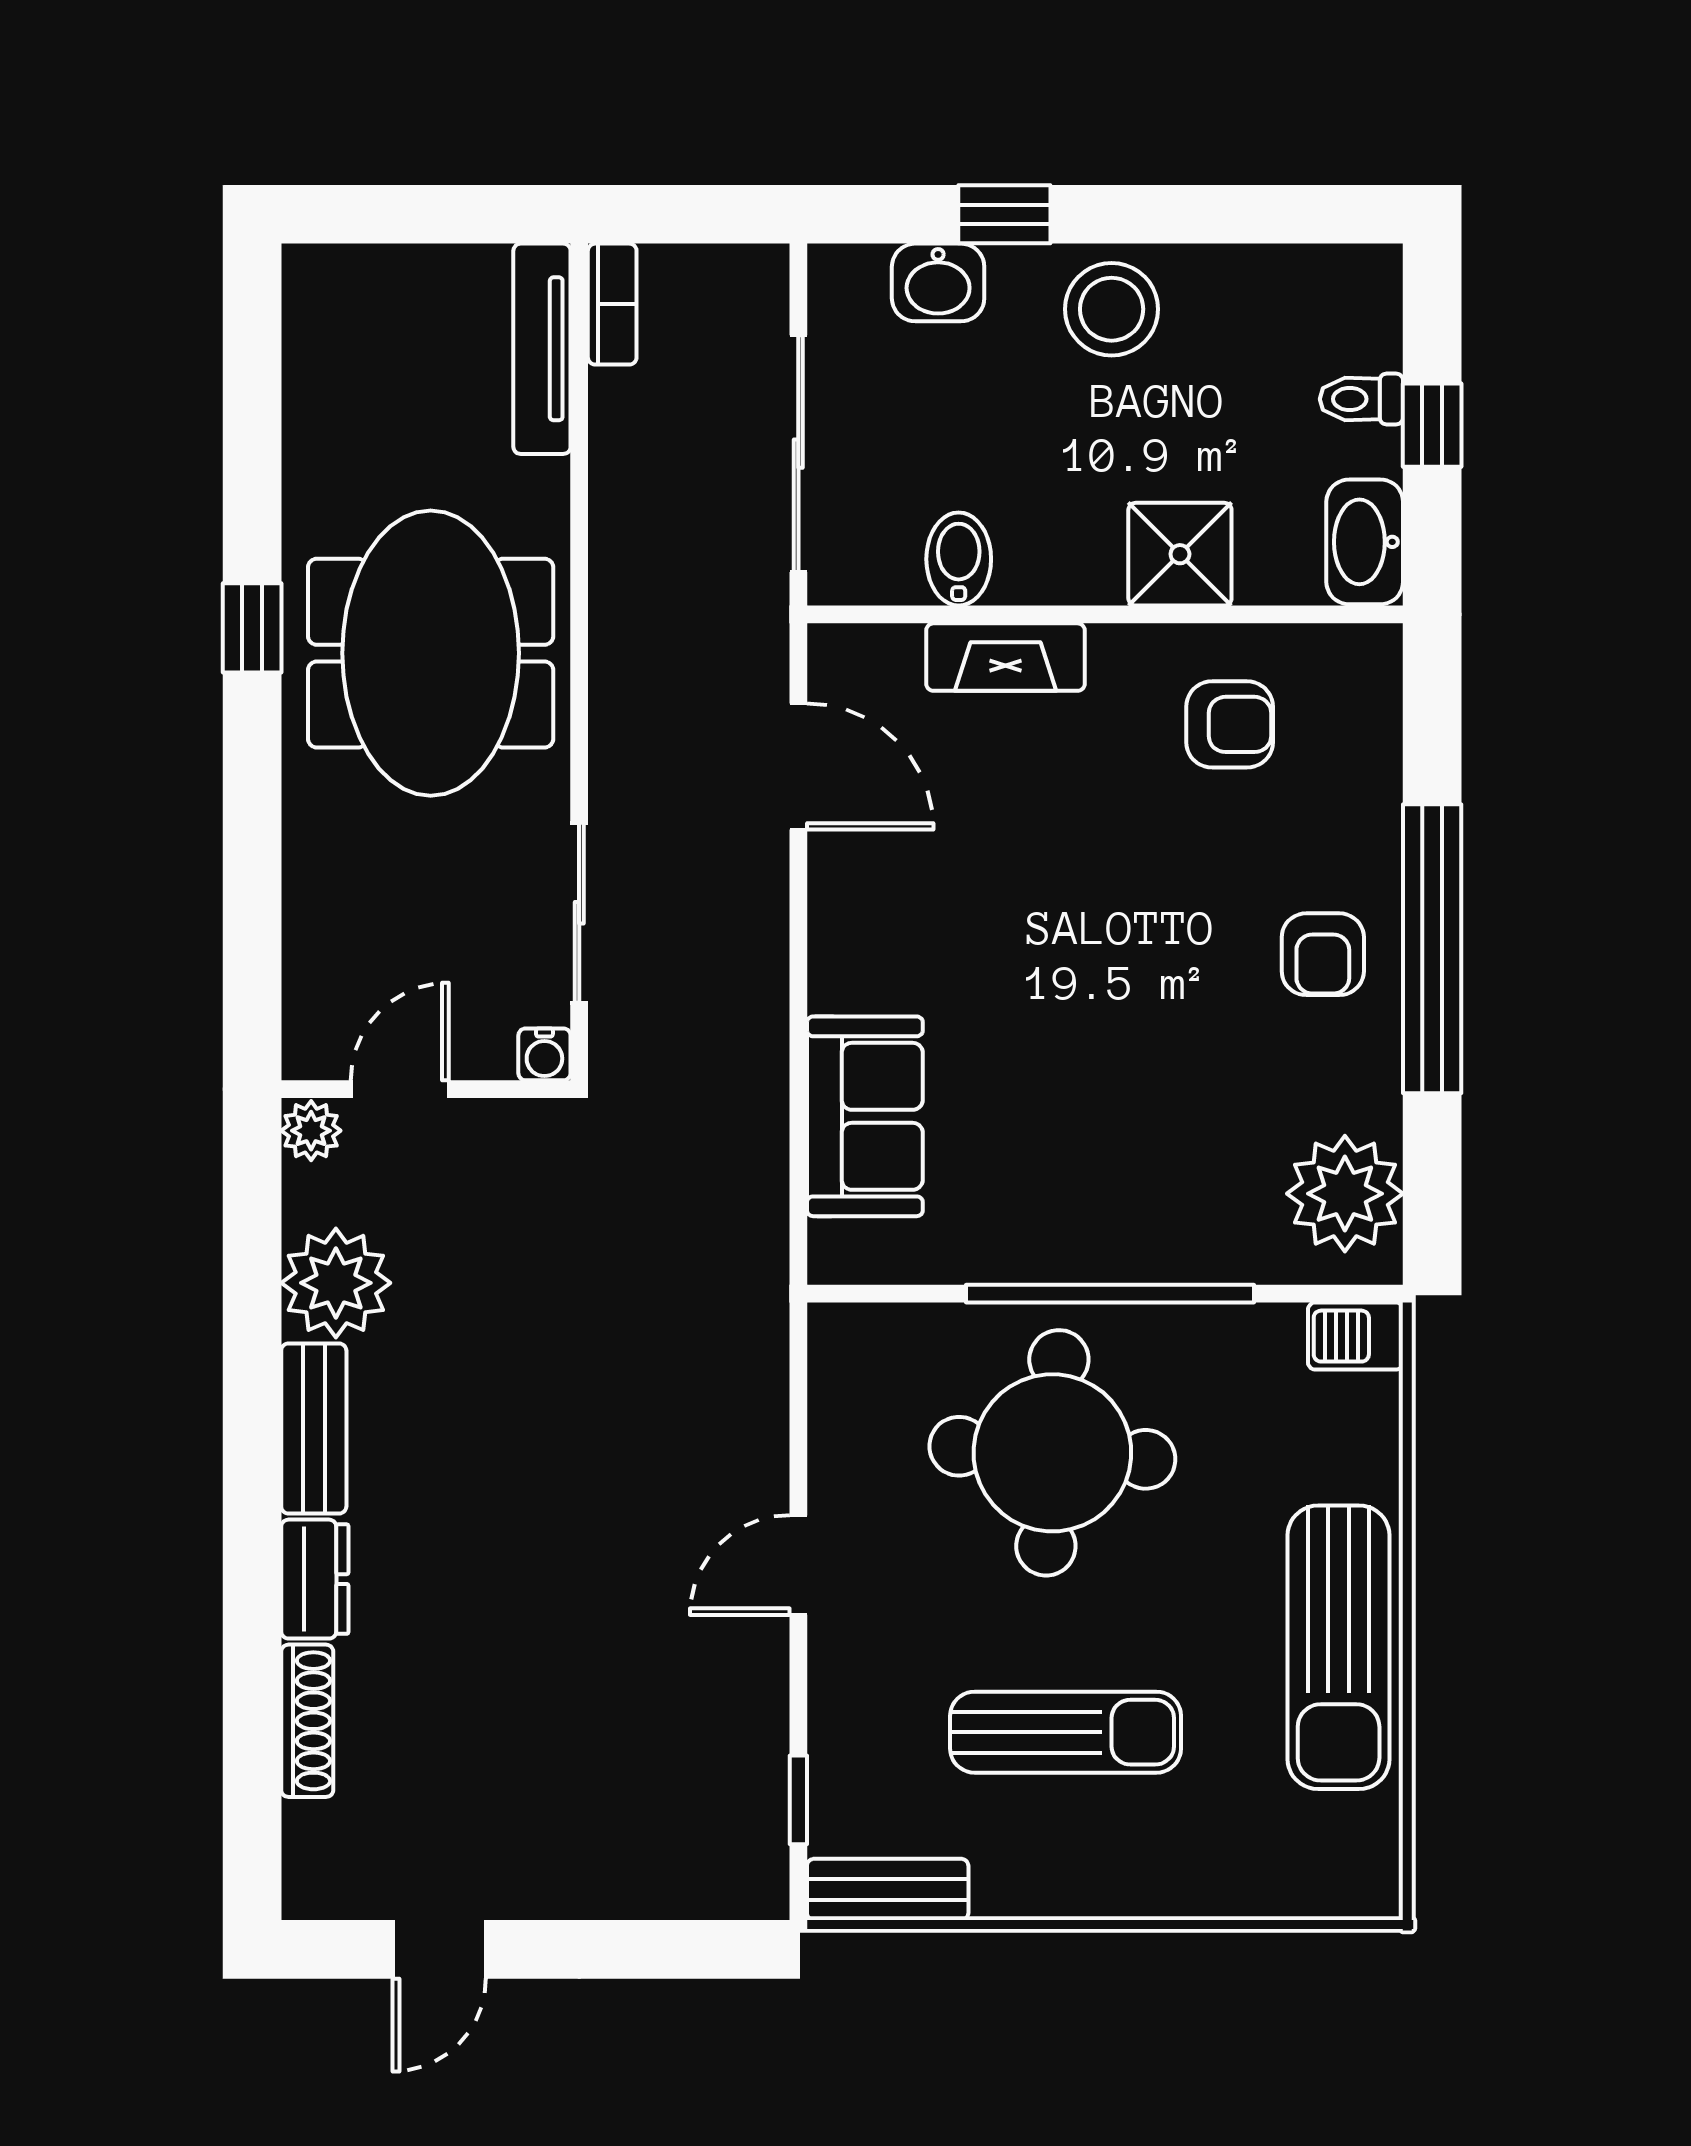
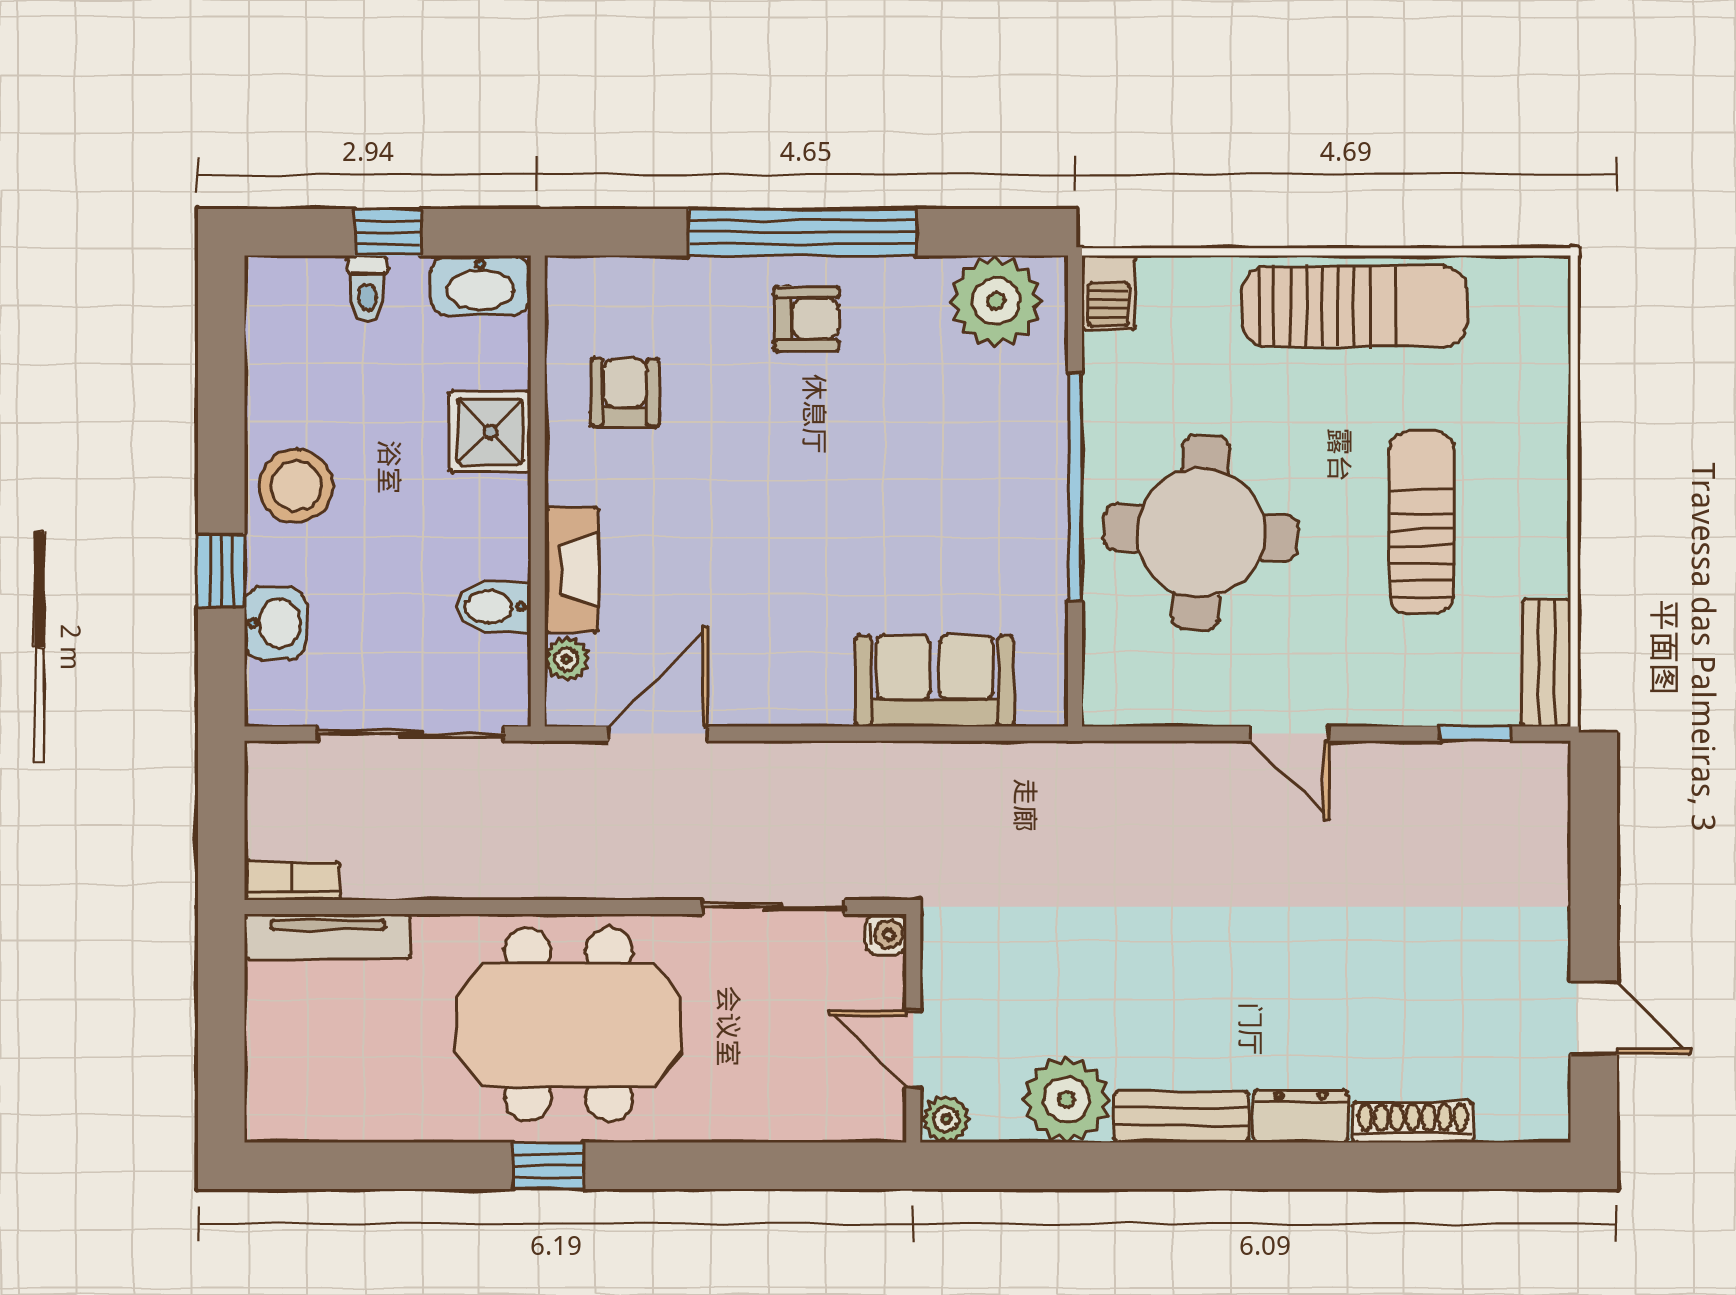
plant: (893, 651) -> (567, 659), added

